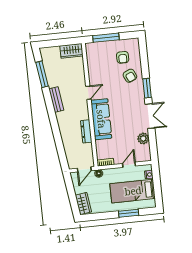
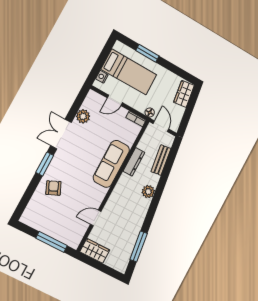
armchair: (123, 57) -> (48, 211), removed
door: (88, 93) -> (96, 218), moved
bench: (56, 100) -> (161, 160), moved
plant: (62, 117) -> (148, 192), added
door: (84, 169) -> (161, 126), hinge flipped

